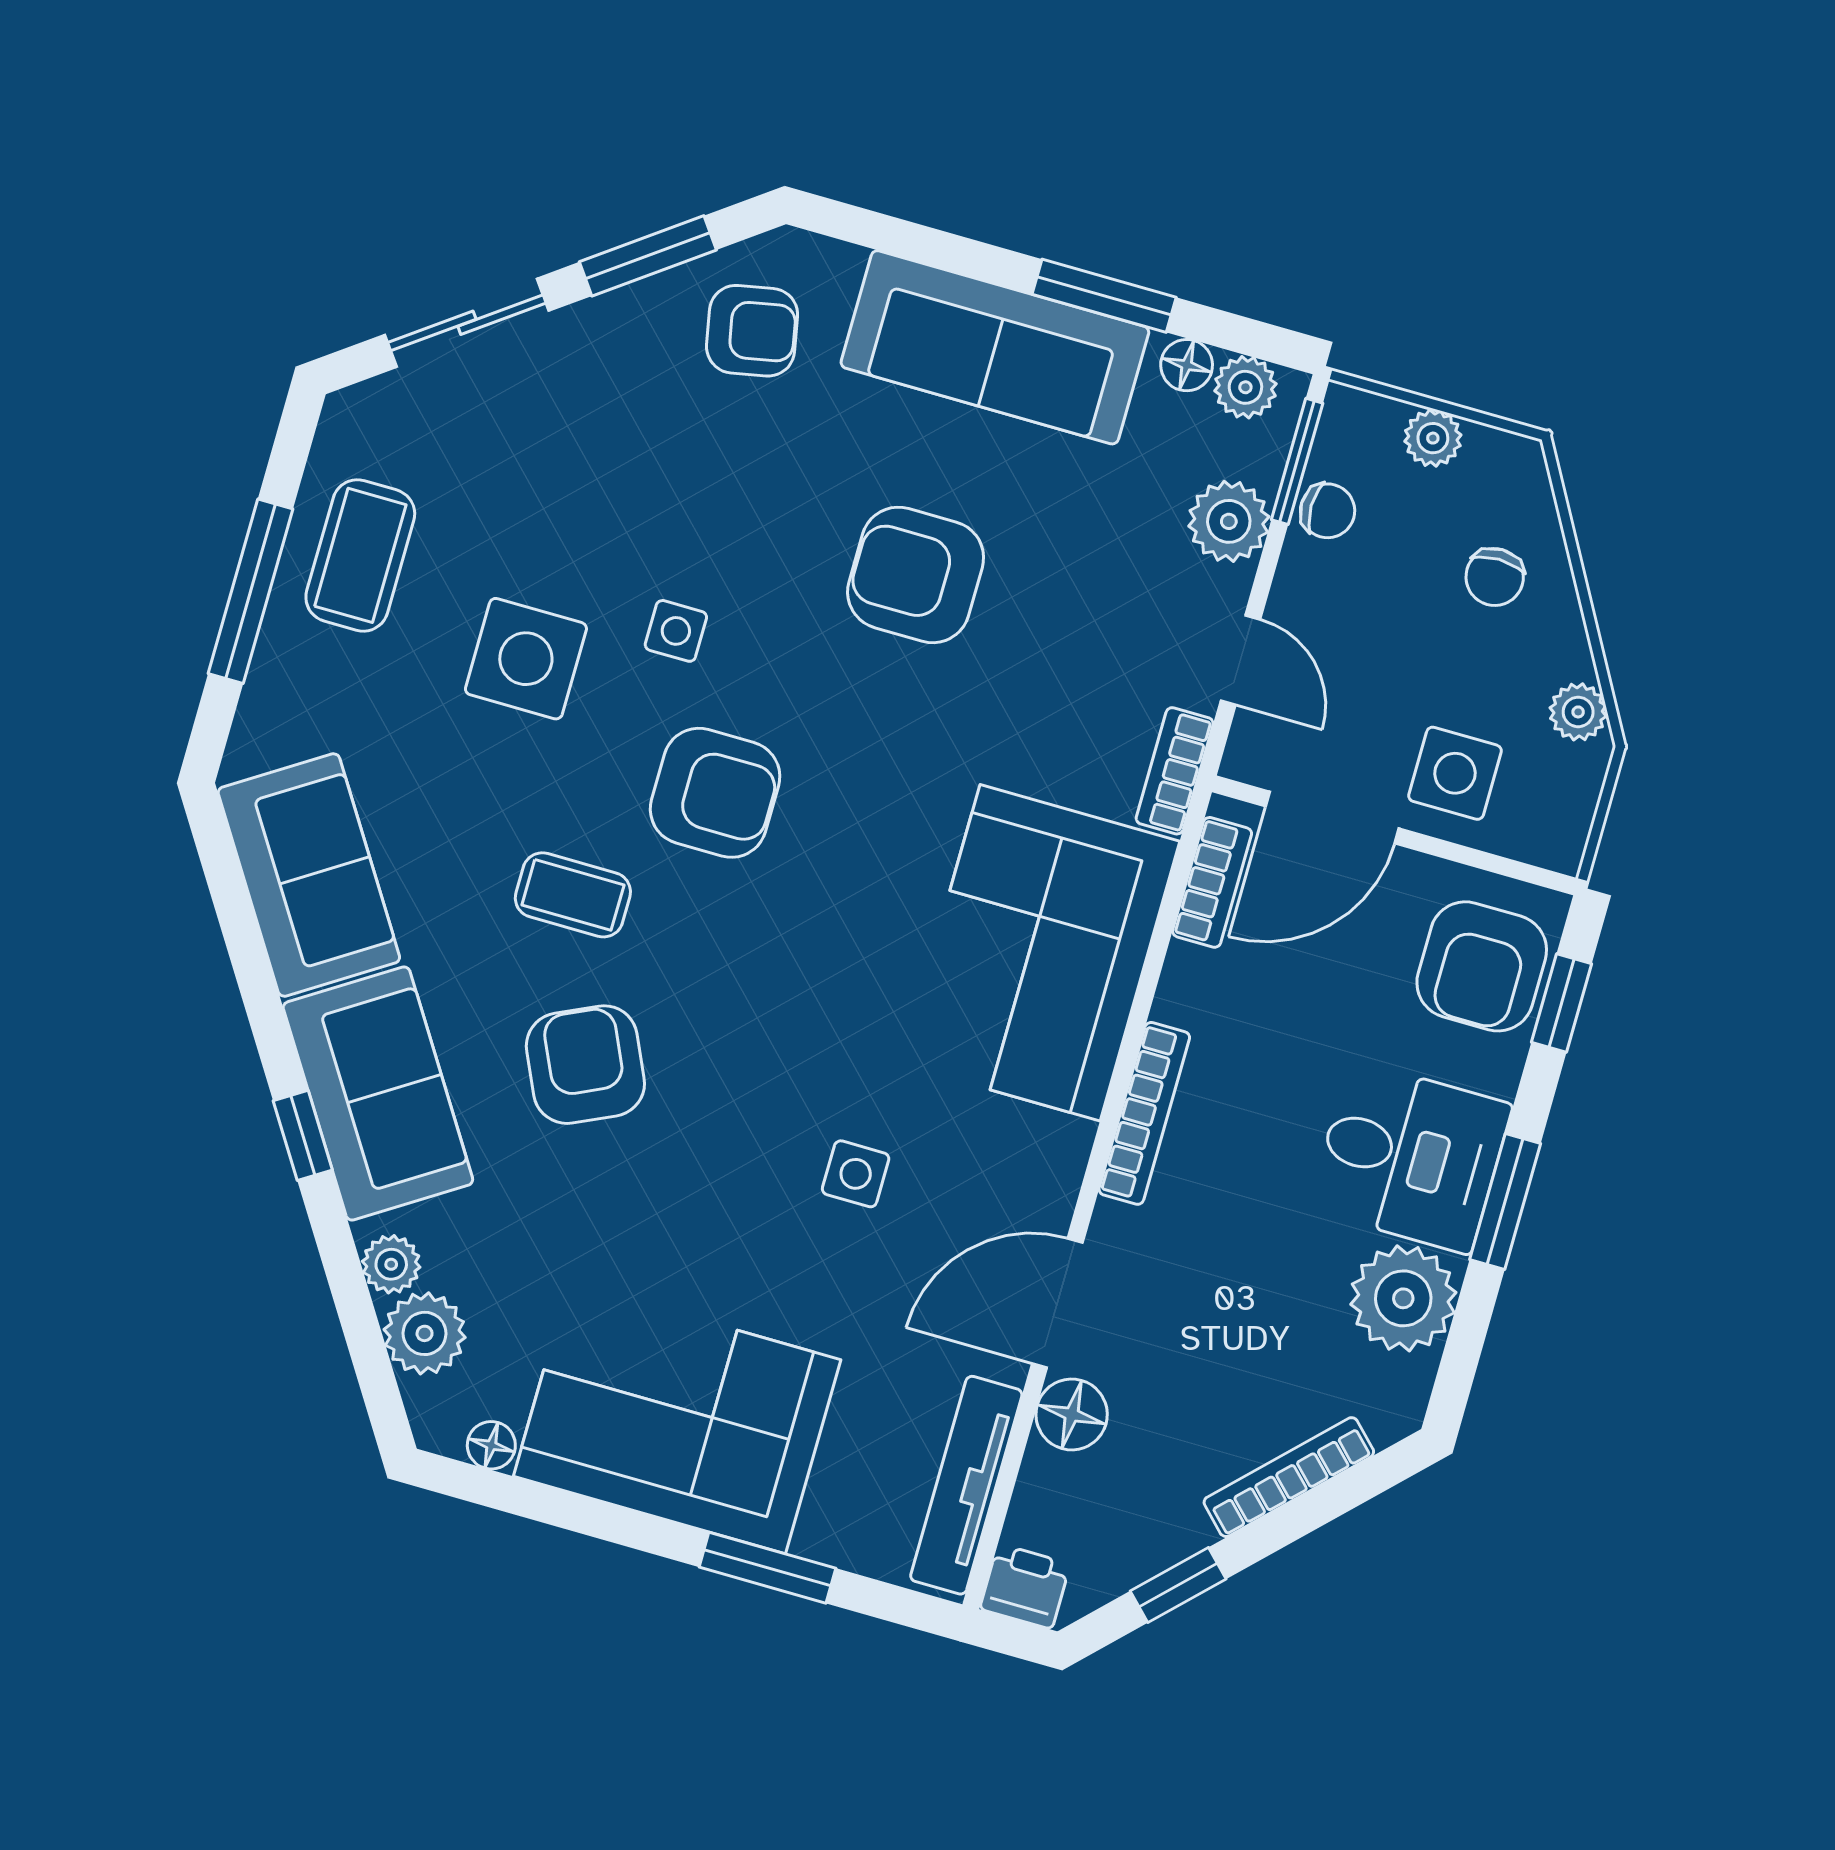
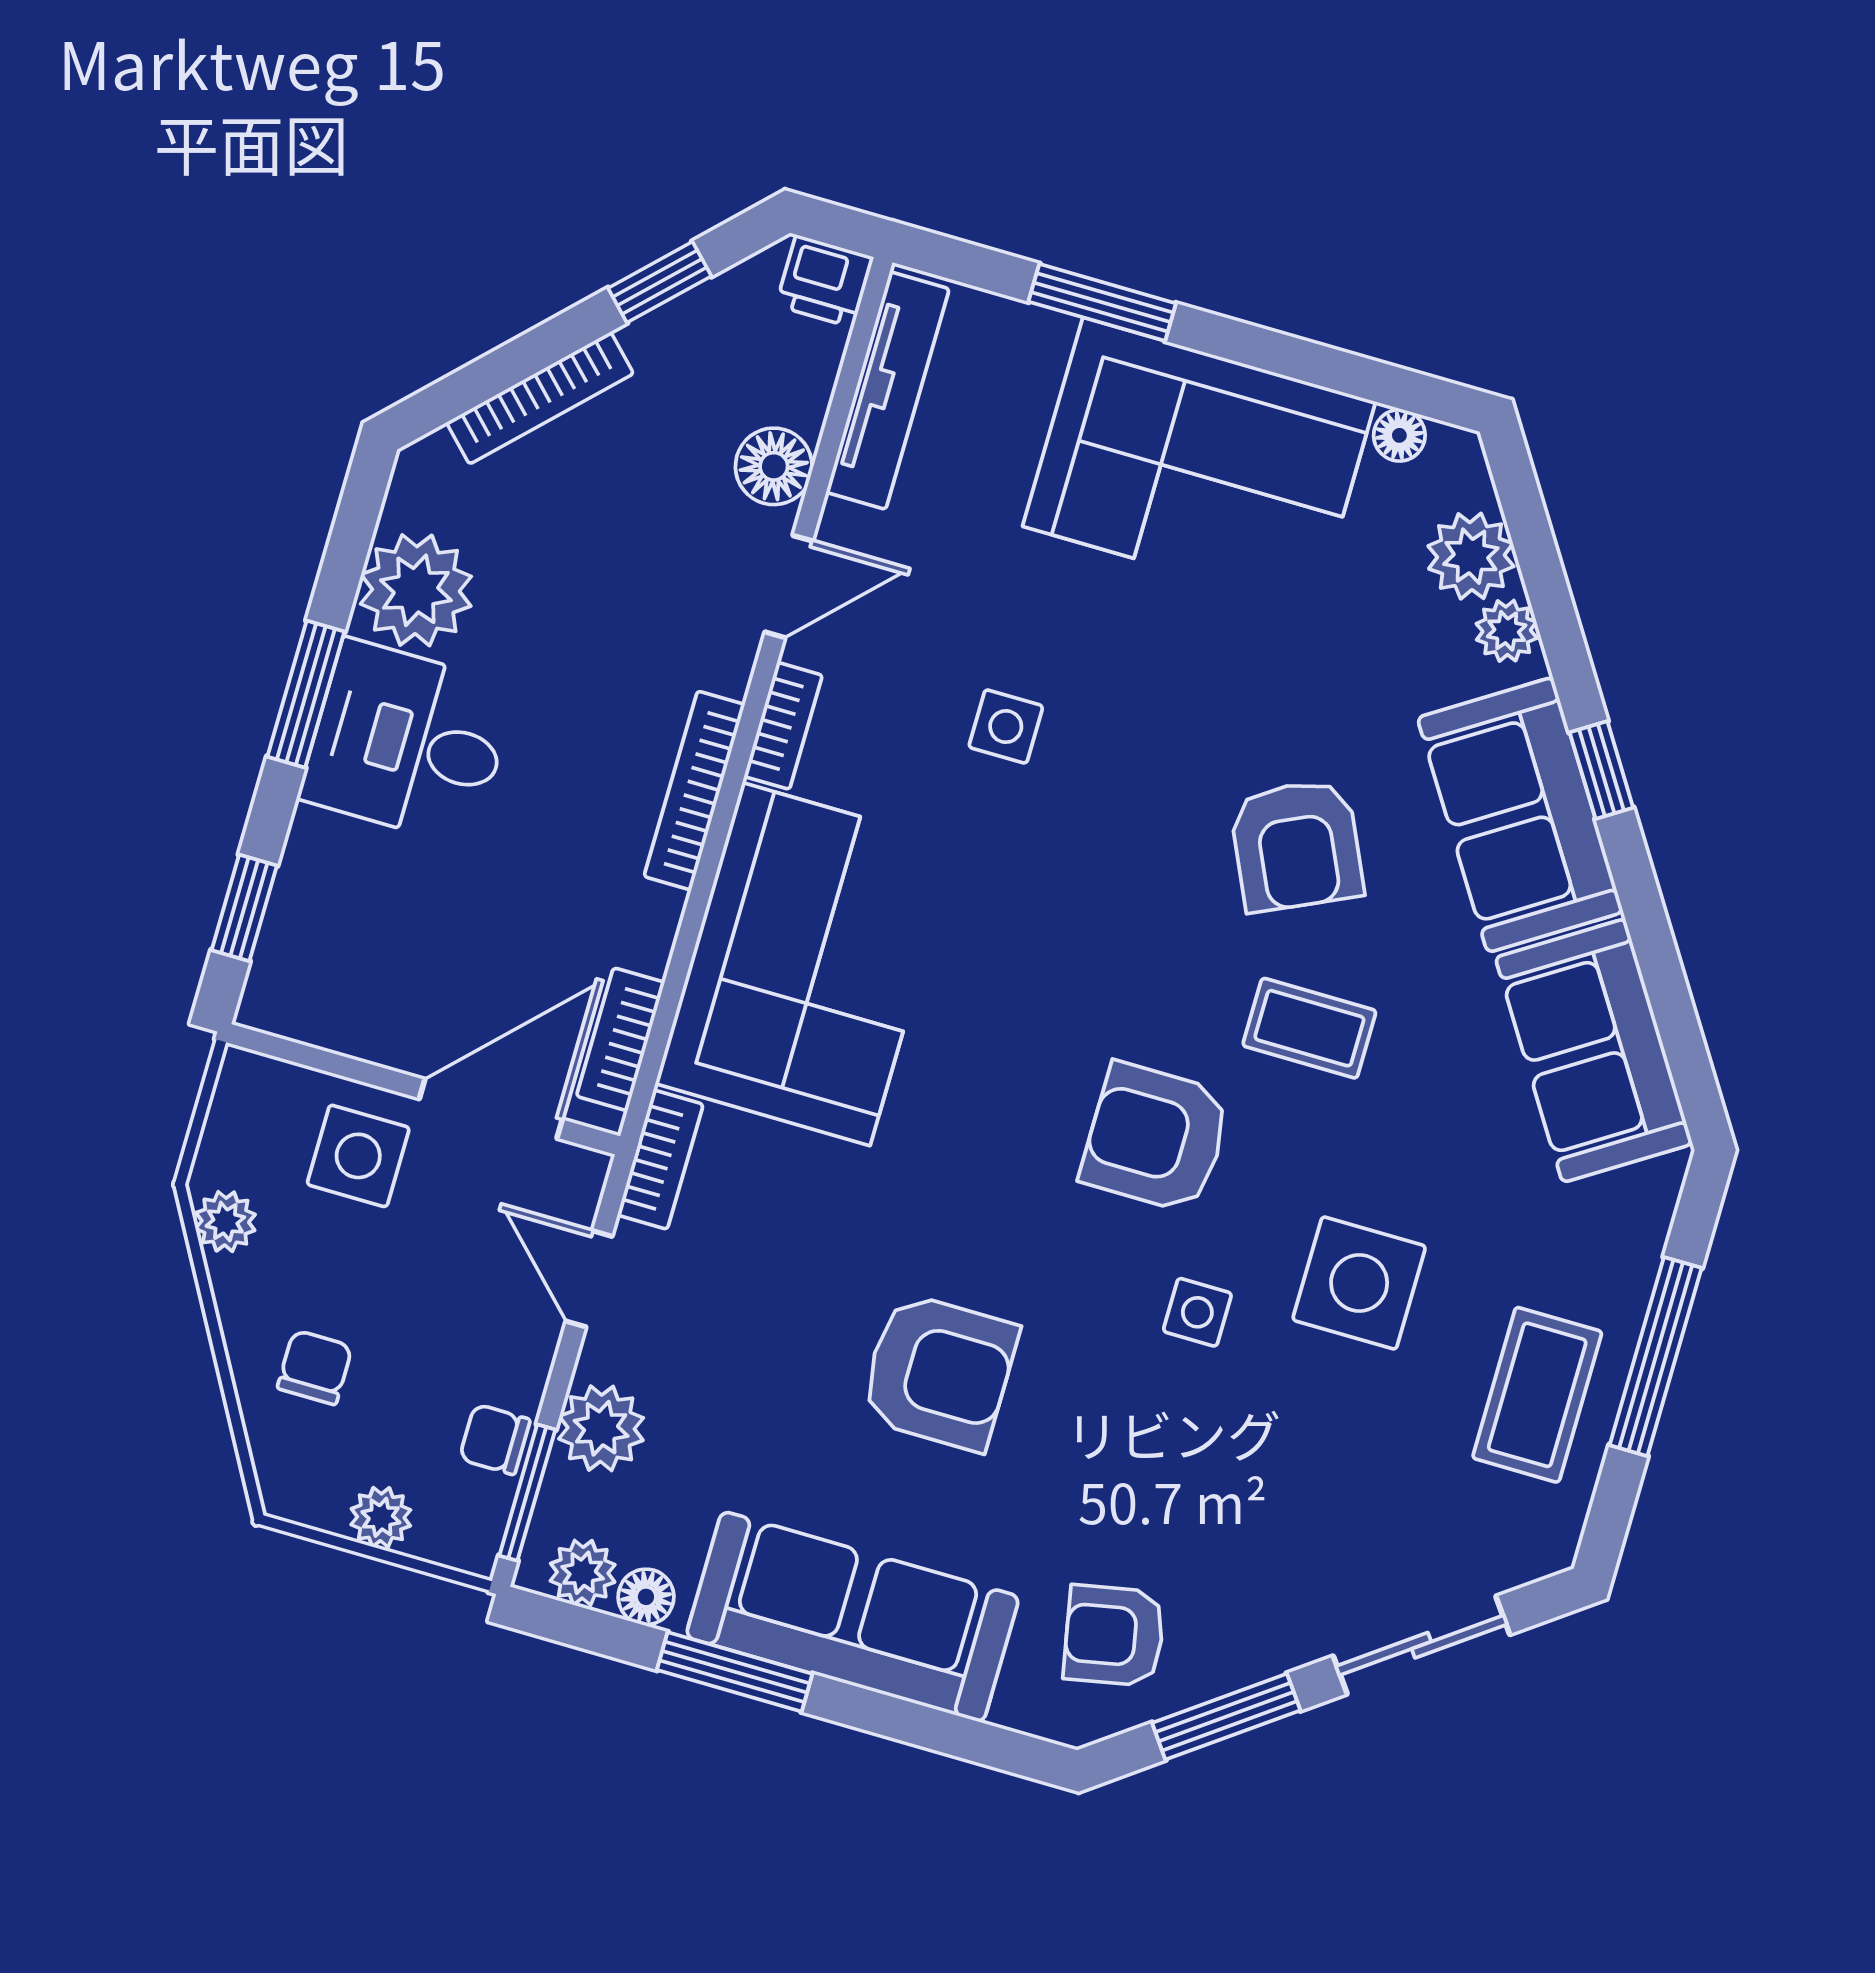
armchair: (1482, 966) -> (330, 948), removed
bookcase: (1062, 1174) -> (783, 726), added
door: (1057, 1303) -> (789, 586), width x0.73

